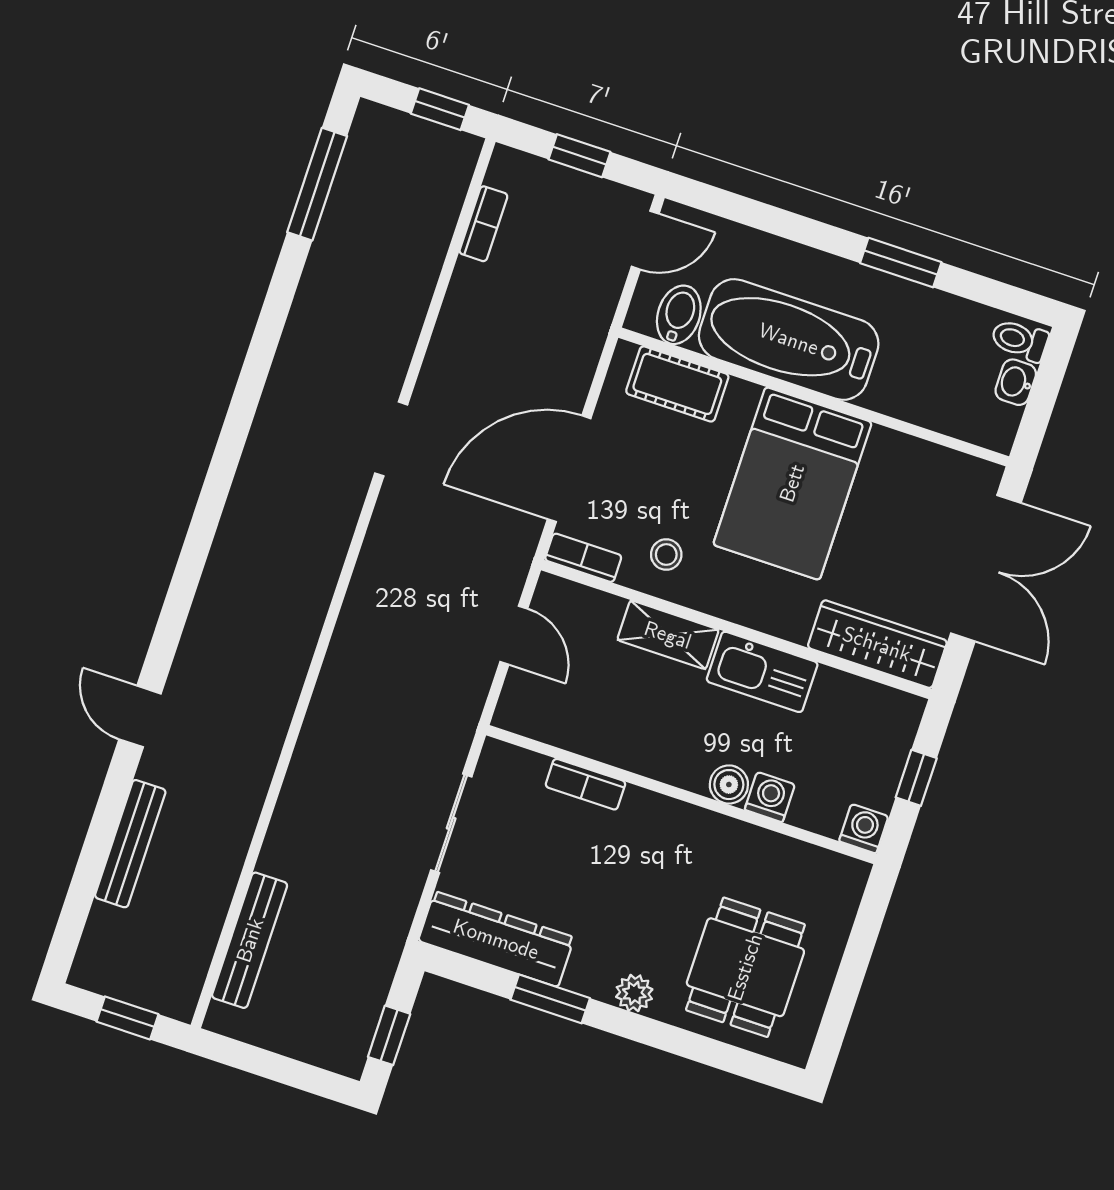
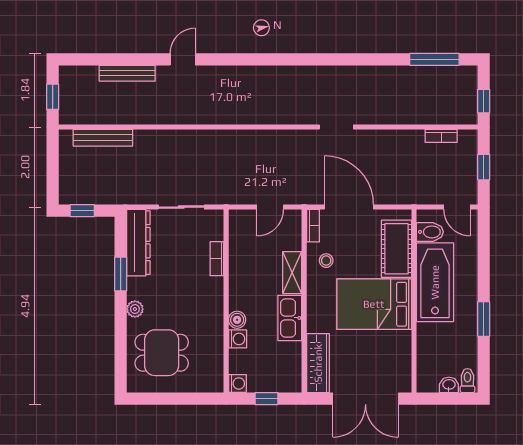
cot: (677, 384) -> (396, 249), width x1.37, depth x1.34

